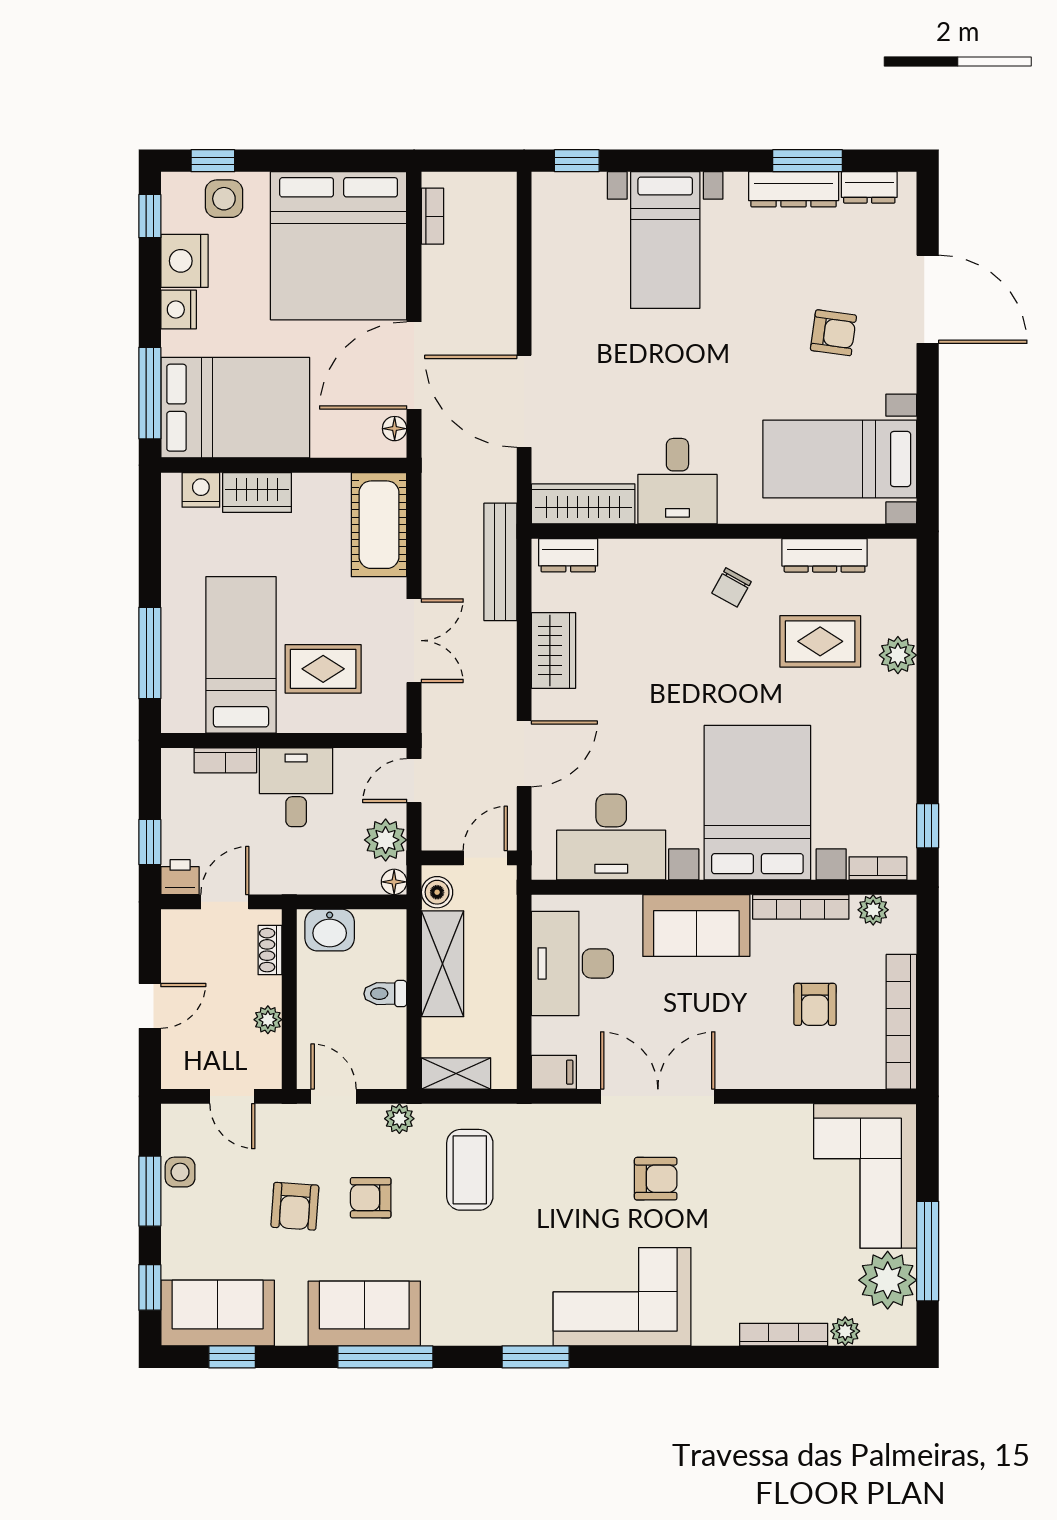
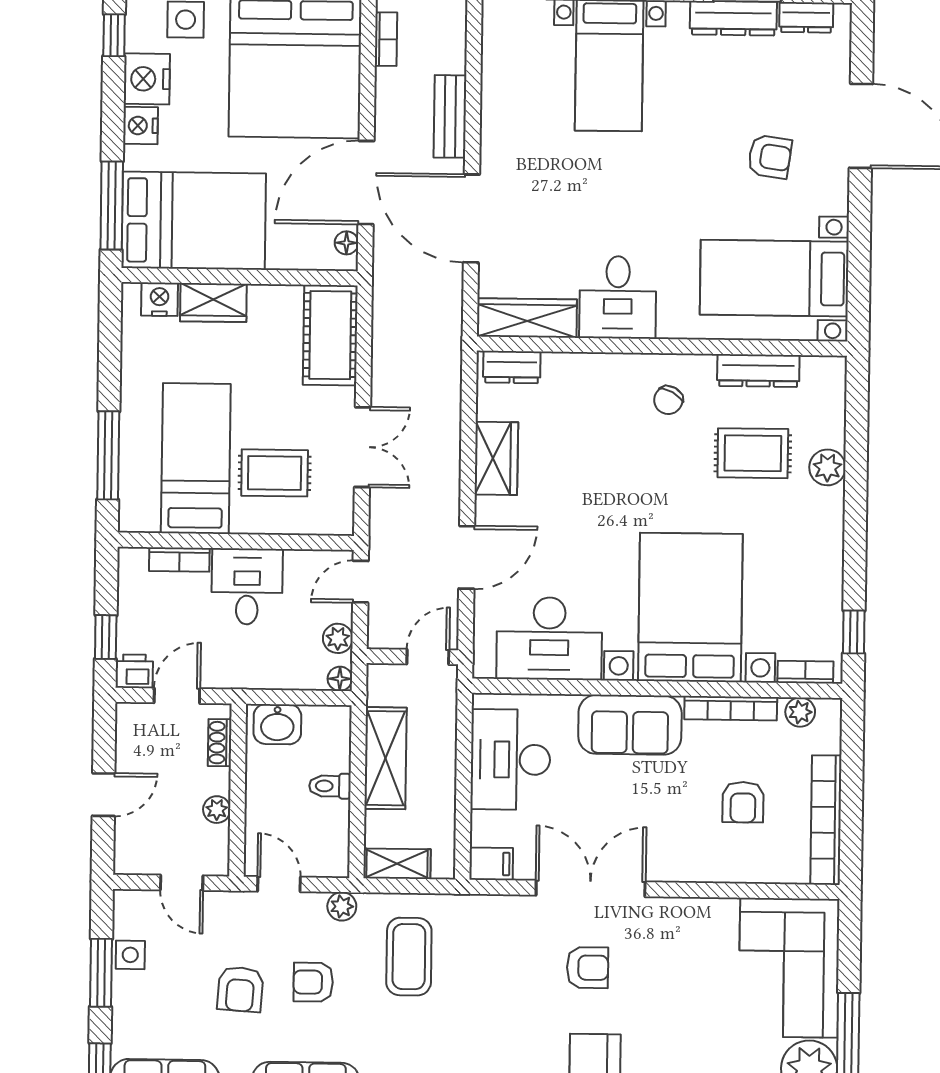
bench: (500, 562) -> (450, 116), moved, width x0.73
plant: (386, 840) -> (338, 638), width x0.73, depth x0.73
boiler: (437, 892) -> (381, 689), removed

